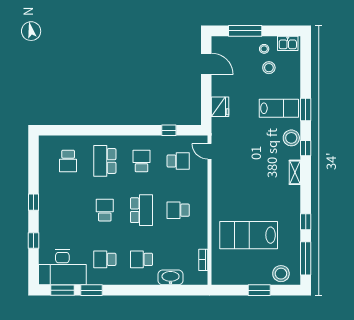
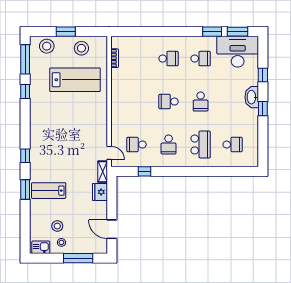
stool: (291, 138) -> (81, 48), moved
school desk: (68, 161) -> (233, 144), turned 90
shelving: (295, 172) -> (103, 172), moved
school desk: (141, 210) -> (169, 102), width x0.54
school desk: (178, 210) -> (137, 102), removed
washbasin: (171, 277) -> (252, 97), moved, turned 90

